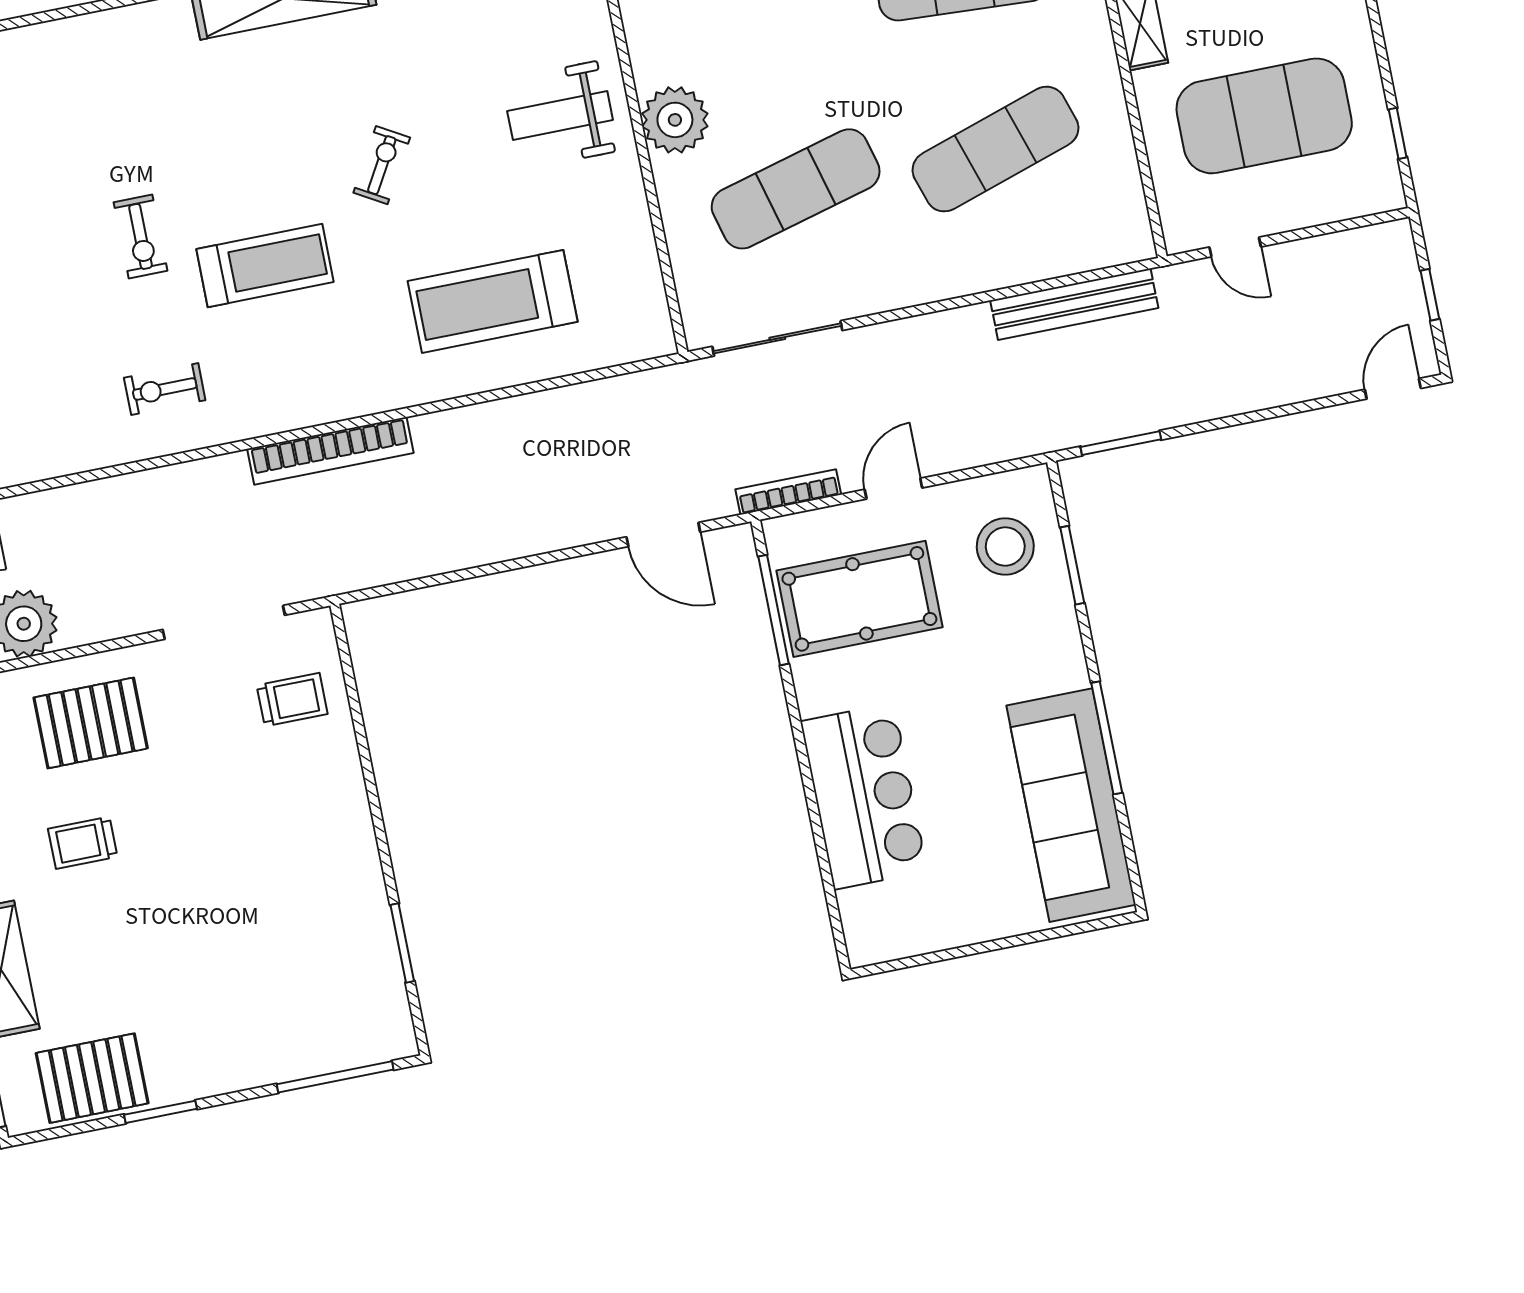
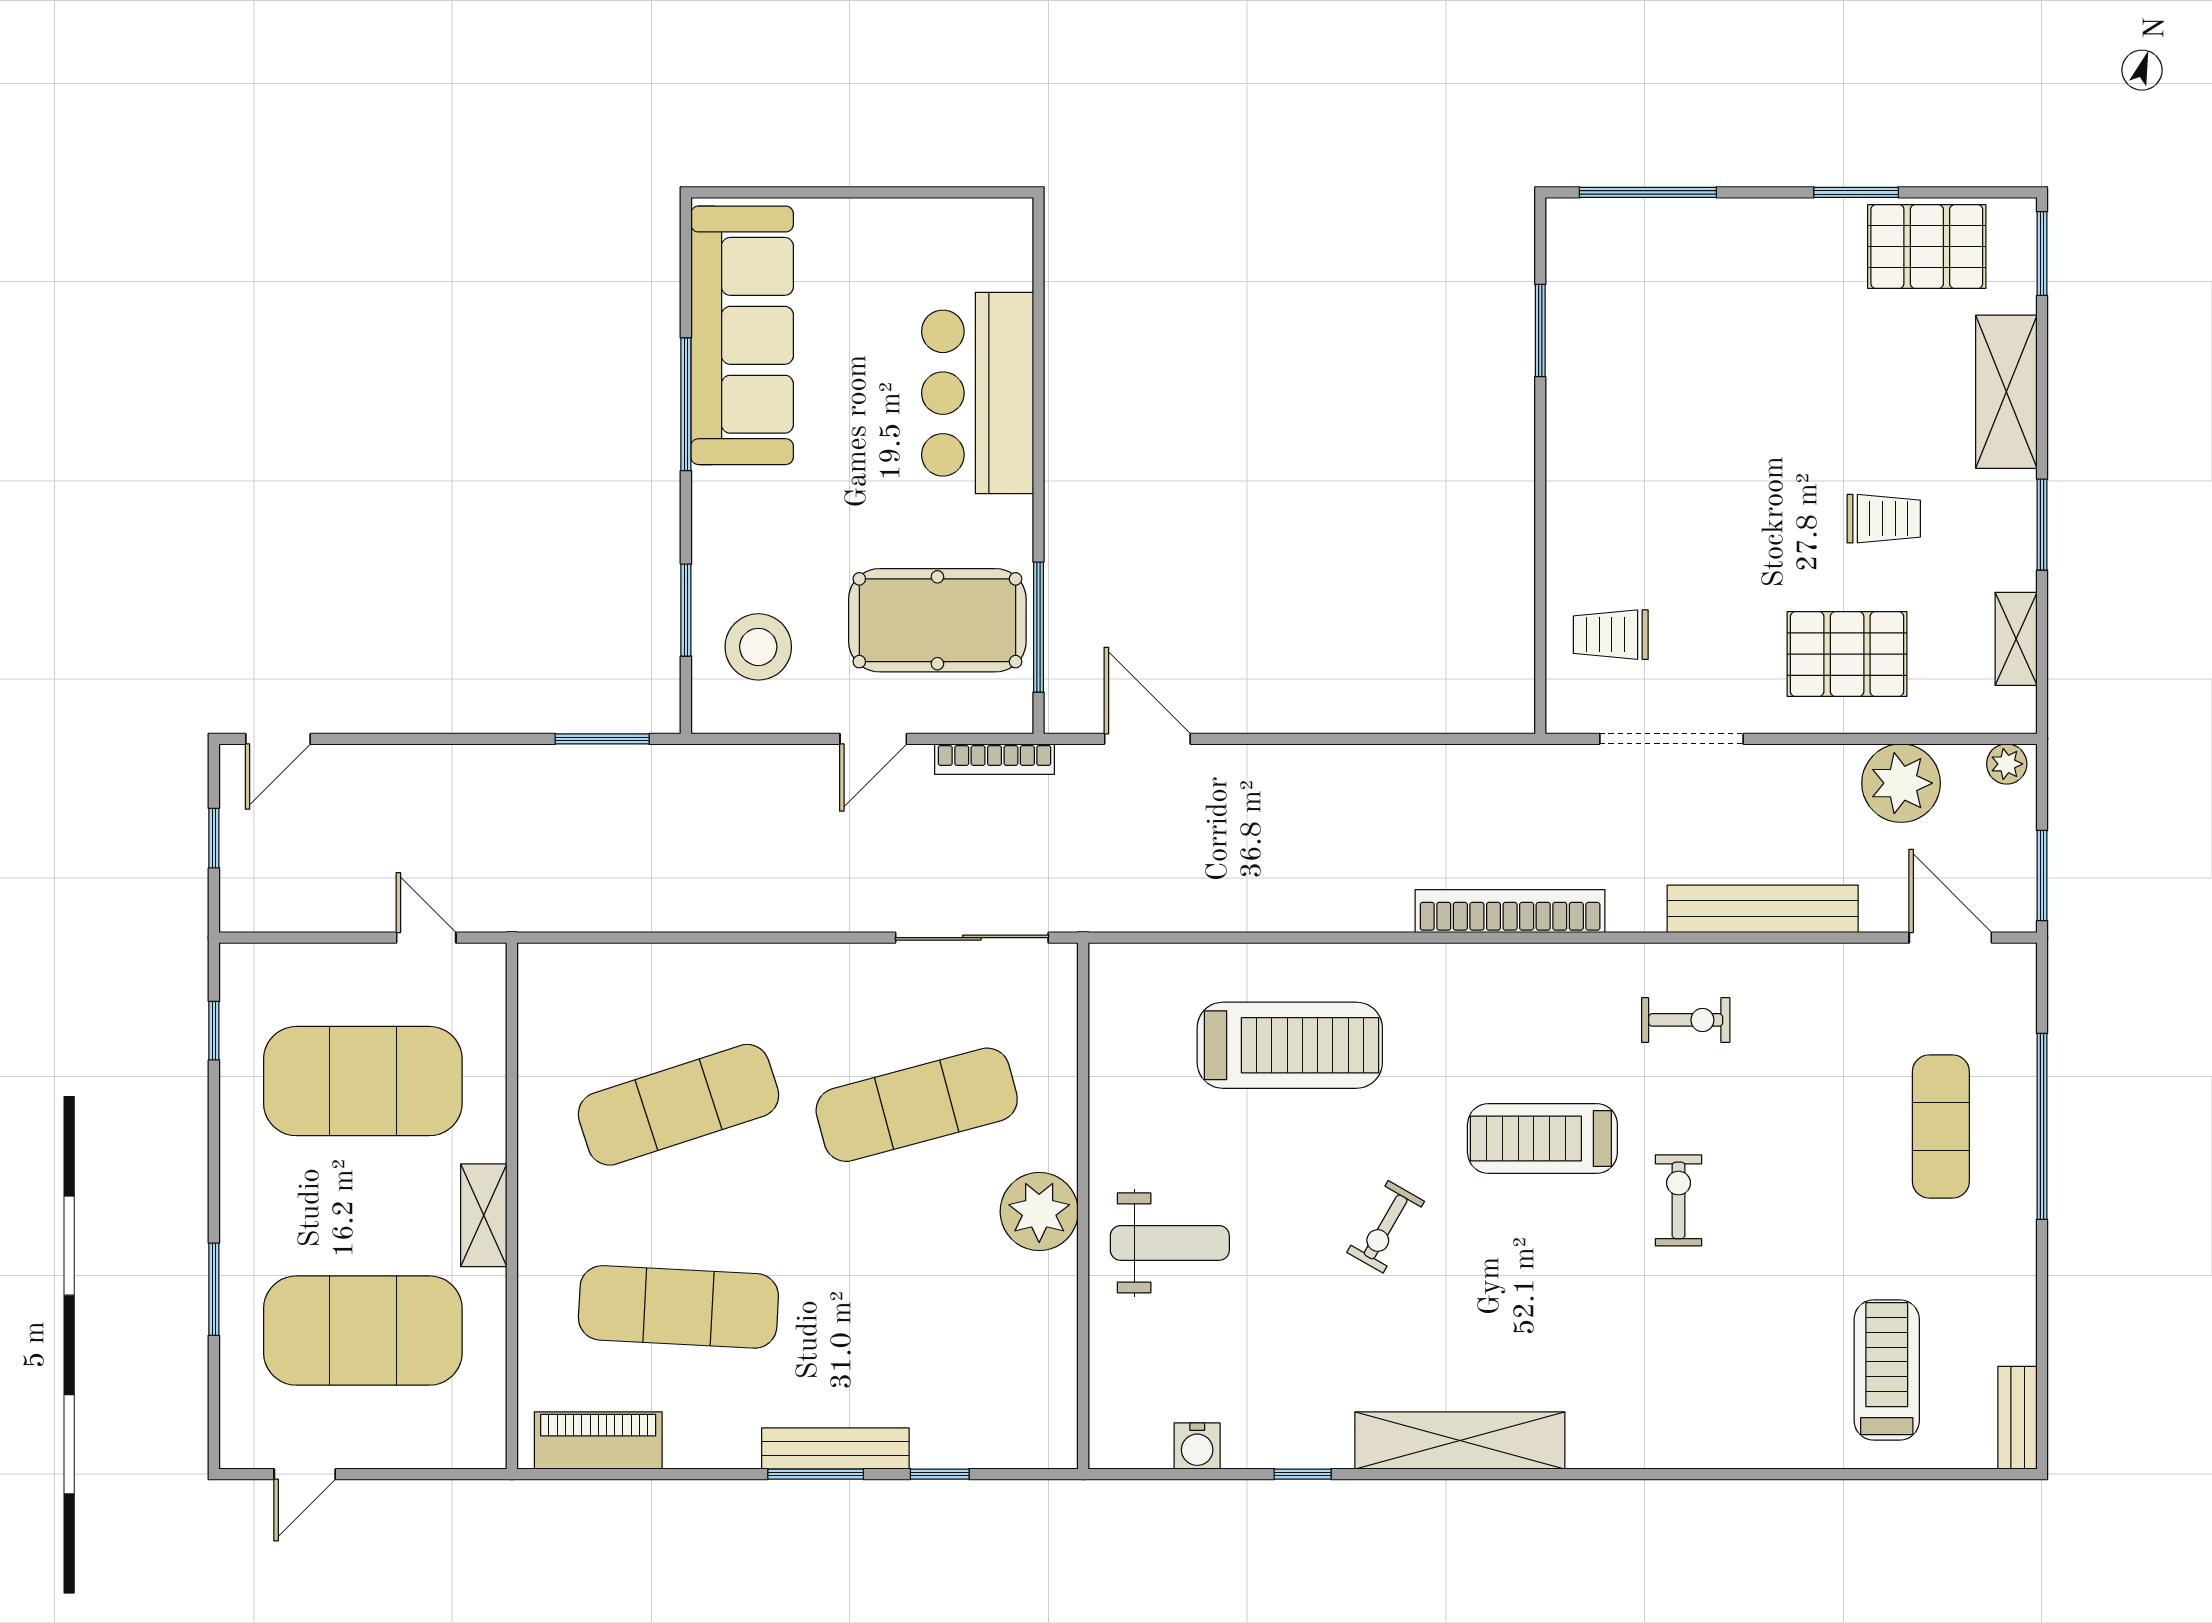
bench: (1074, 304) -> (1763, 909), moved

